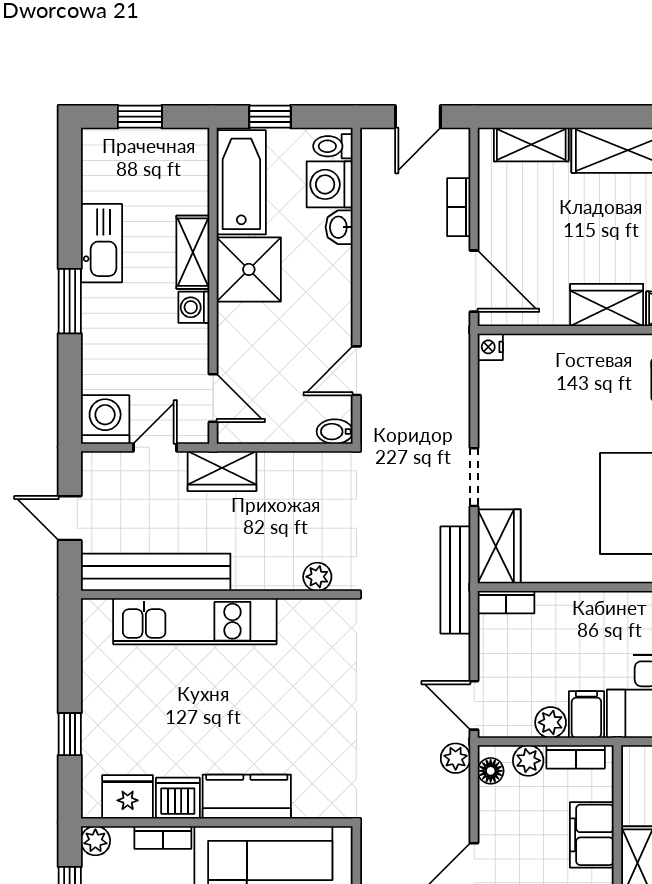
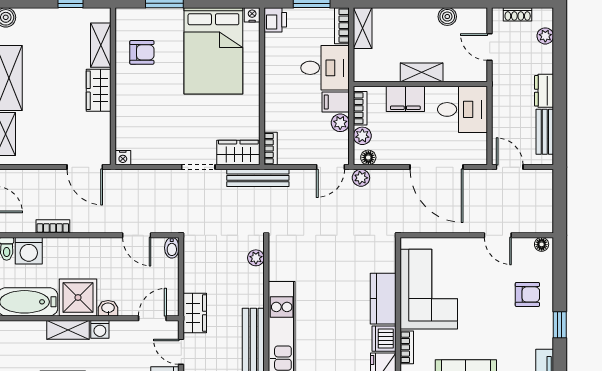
bookcase: (459, 207) -> (53, 226), moved, turned 180
washbasin: (339, 227) -> (108, 308), moved, turned 180
door: (474, 281) -> (85, 167), swing flipped

